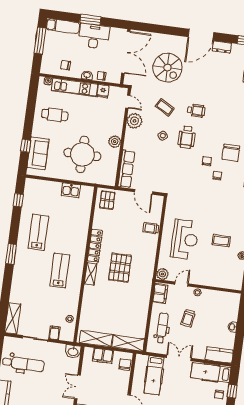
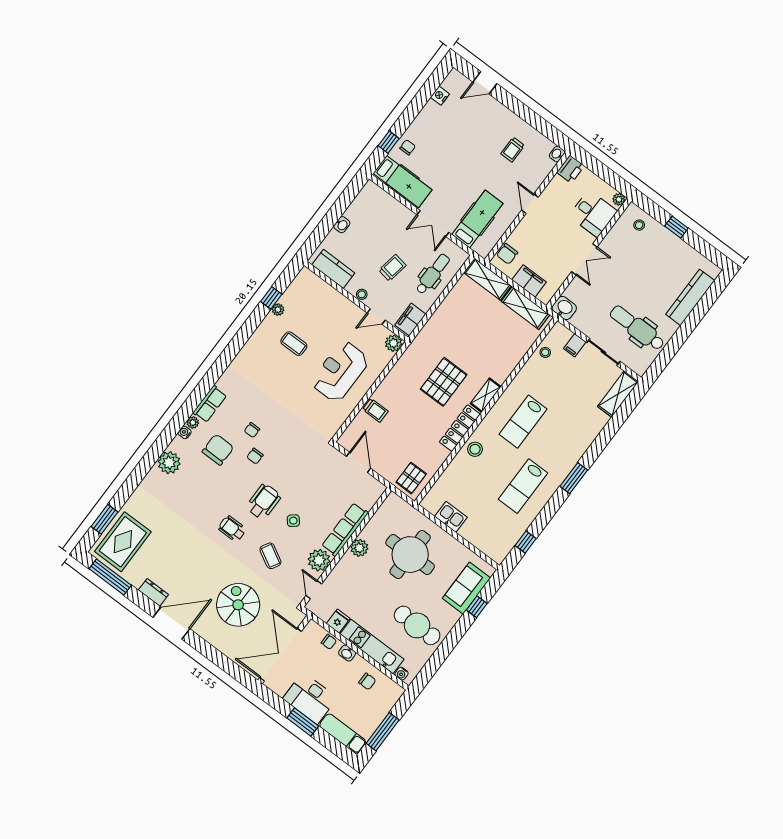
cafe table: (55, 115) -> (417, 625), width x1.37, depth x1.35
row of seats: (126, 169) -> (345, 529), moved
stool: (79, 238) -> (475, 449), added
dental chair: (162, 328) -> (433, 274), turned 180
kitchen counter: (219, 355) -> (333, 269), moved, turned 180

